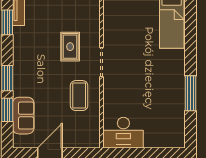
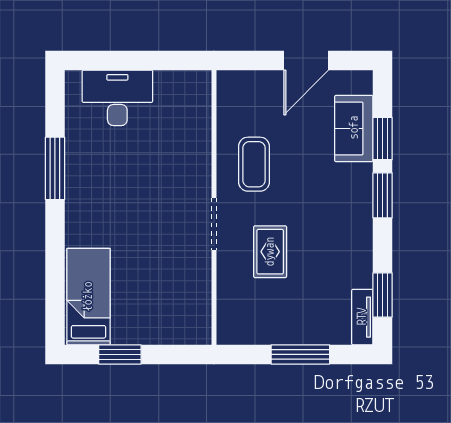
desk: (123, 133) -> (117, 98), moved

